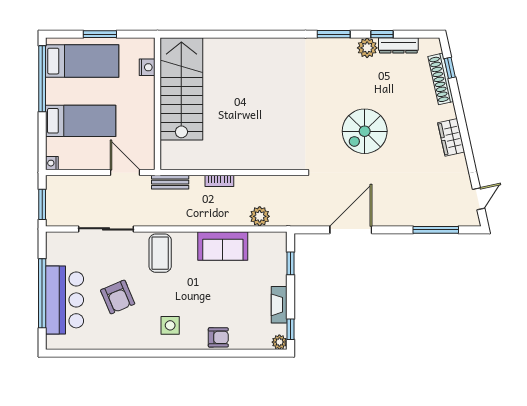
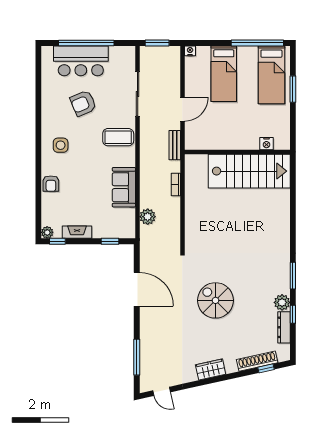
nightstand: (147, 67) -> (266, 144), moved
stairs: (181, 89) -> (249, 171), moved
wall: (157, 104) -> (237, 152), moved

